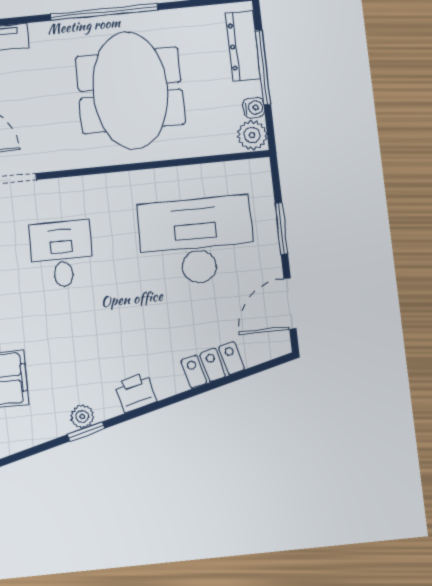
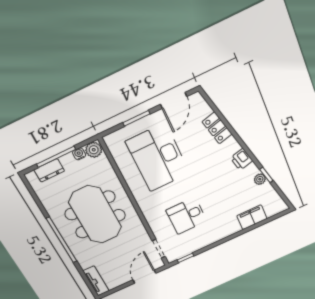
dresser: (243, 46) -> (49, 170), width x0.70
meeting table: (130, 90) -> (95, 215), turned 90
door: (290, 304) -> (174, 100), hinge flipped

